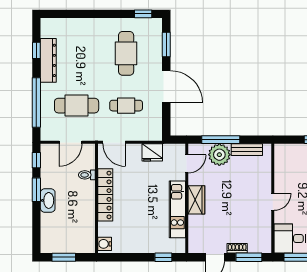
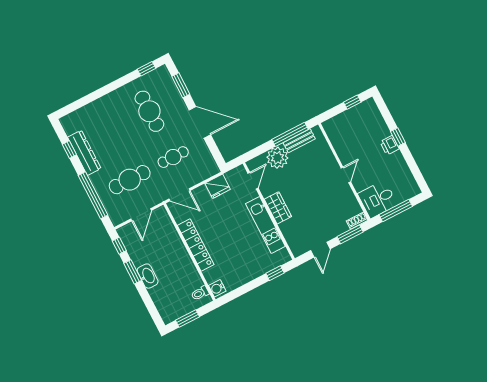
window: (221, 140) -> (290, 134), moved
toilet: (87, 175) -> (200, 293), moved
shoe rack: (237, 248) -> (357, 221), moved

